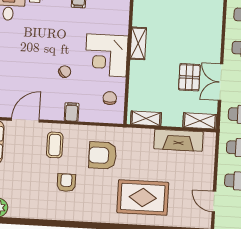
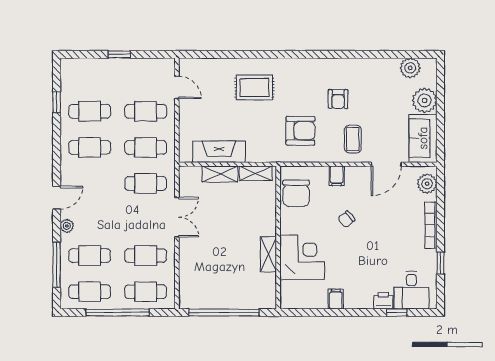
corner desk: (106, 55) -> (302, 257), moved
pallet: (189, 77) -> (211, 221), removed
chair: (110, 98) -> (296, 193), width x1.87, depth x1.87
shelving: (200, 121) -> (220, 174), moved
rug: (143, 198) -> (254, 88), width x0.73, depth x0.70

